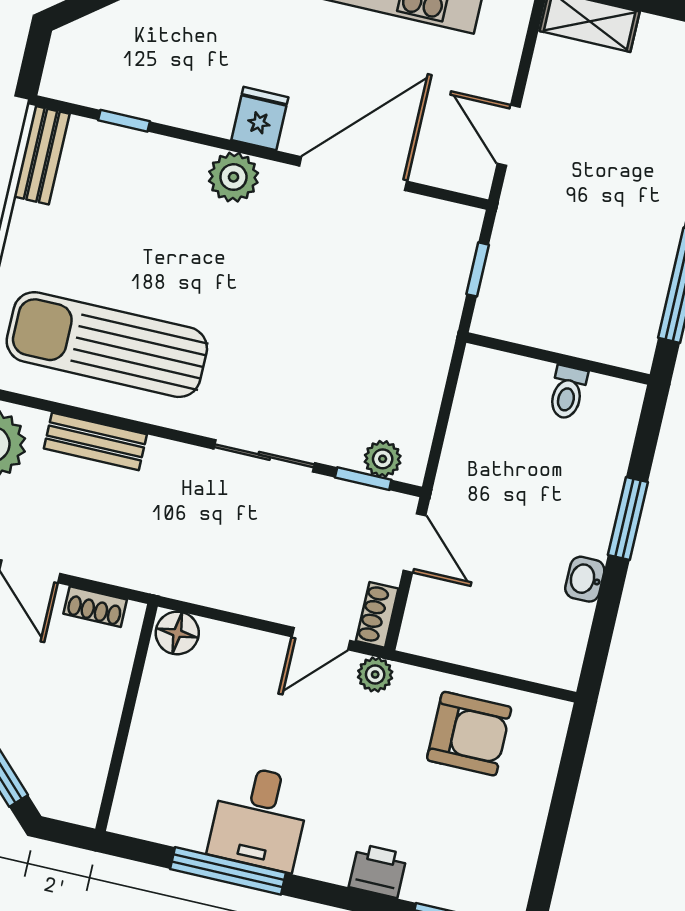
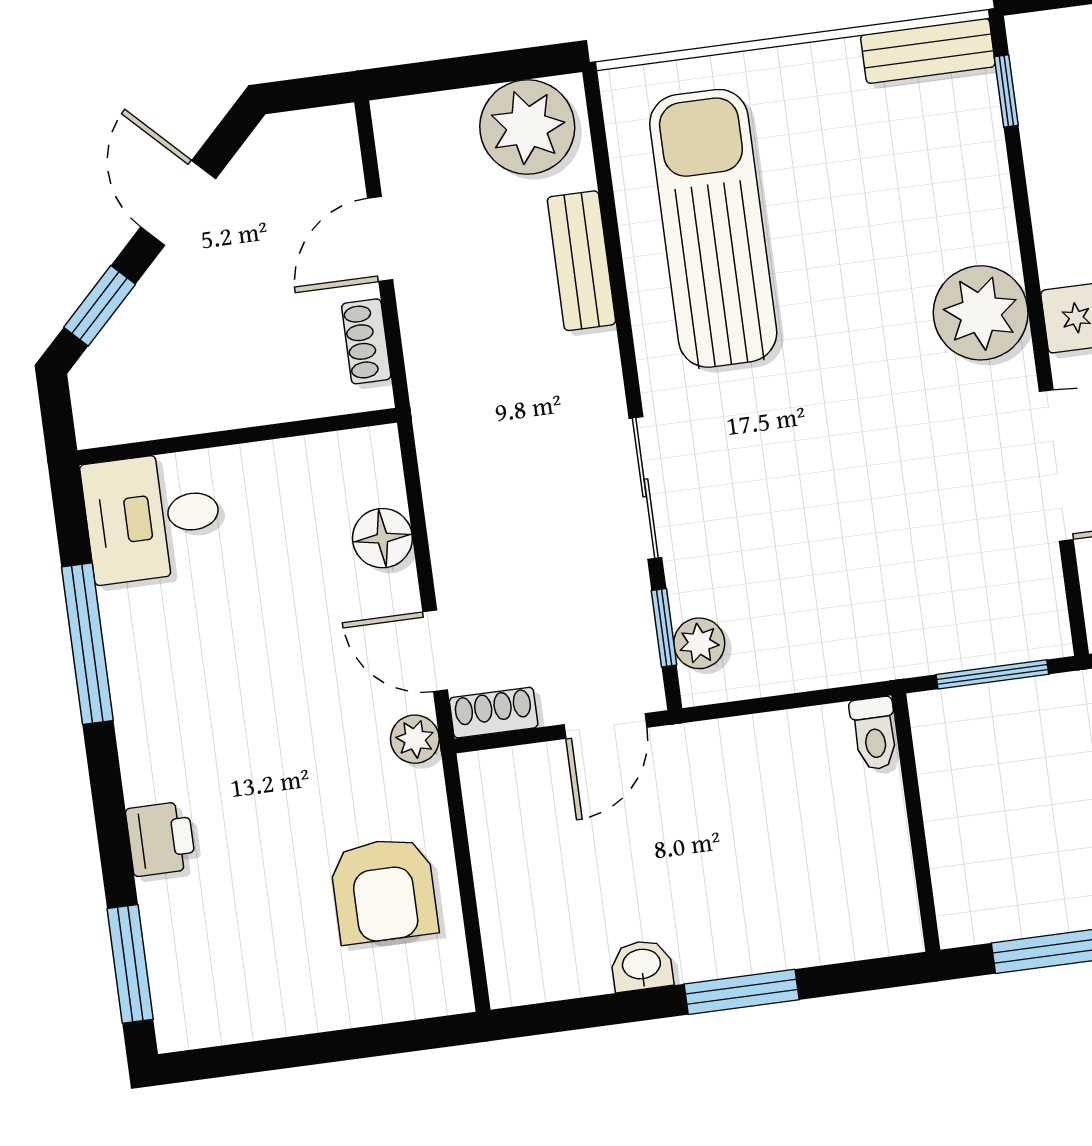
window: (124, 121) -> (1006, 91), moved
plant: (233, 177) -> (981, 313), width x1.36, depth x1.36
window: (478, 269) -> (992, 674), width x1.50
toilet: (567, 392) -> (874, 733), moved, turned -90
floor lamp: (177, 633) -> (382, 538), moved
desk: (259, 818) -> (153, 517), moved

